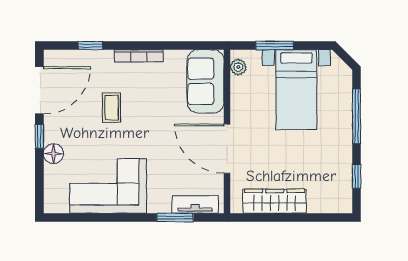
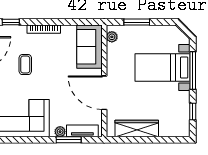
bed with nightstands: (296, 90) -> (163, 68), moved, turned 90
plant: (163, 206) -> (60, 132), added

